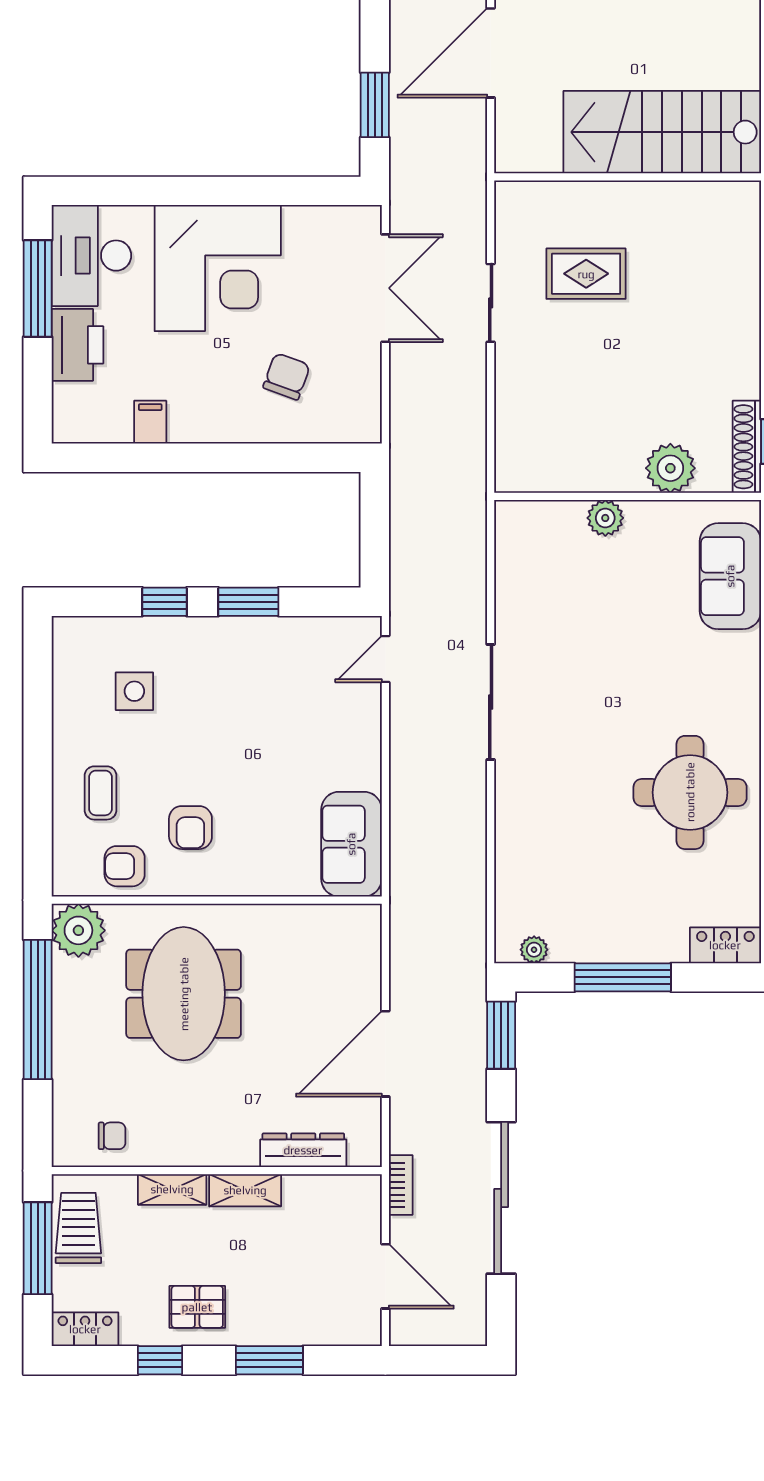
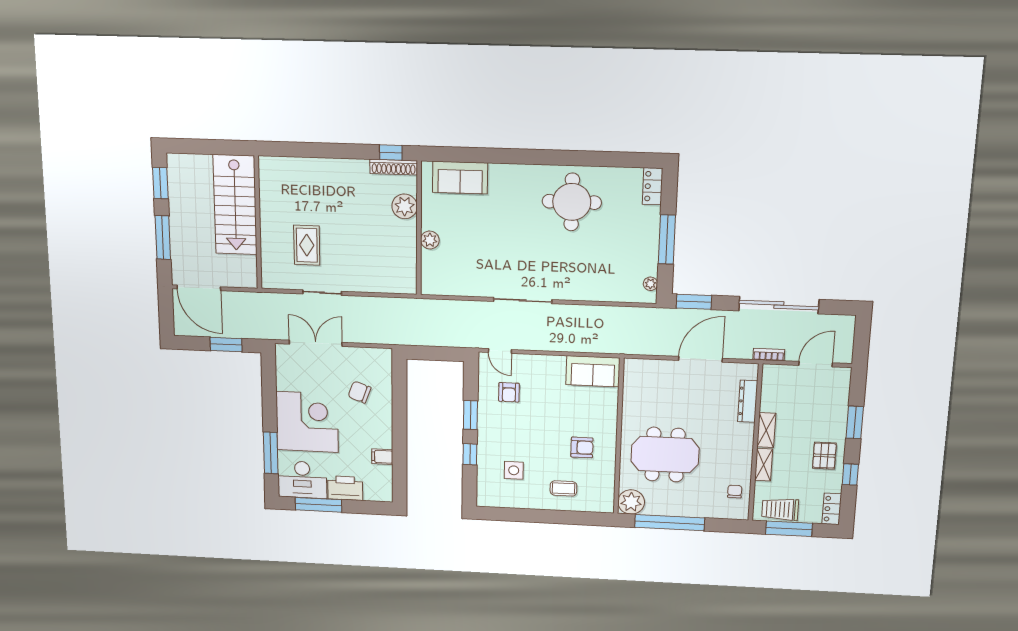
window: (147, 191) -> (271, 453), added
armchair: (125, 866) -> (509, 392), moved
door: (385, 1054) -> (701, 359), swing flipped

